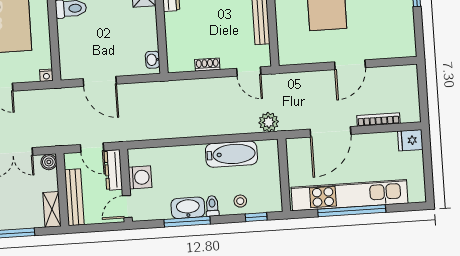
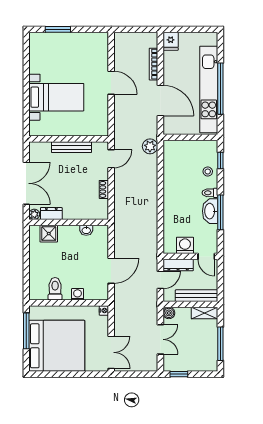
washing machine: (66, 39) -> (78, 294), added
washbasin: (153, 60) -> (86, 230), moved
bathtub: (231, 154) -> (172, 176), removed

